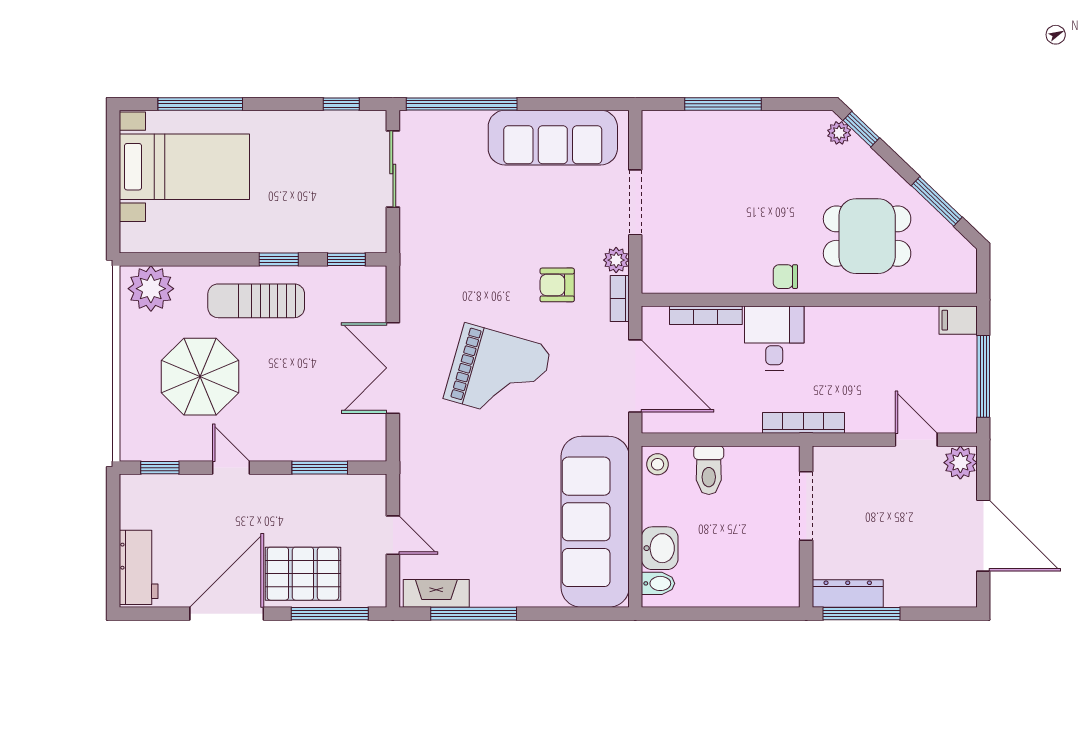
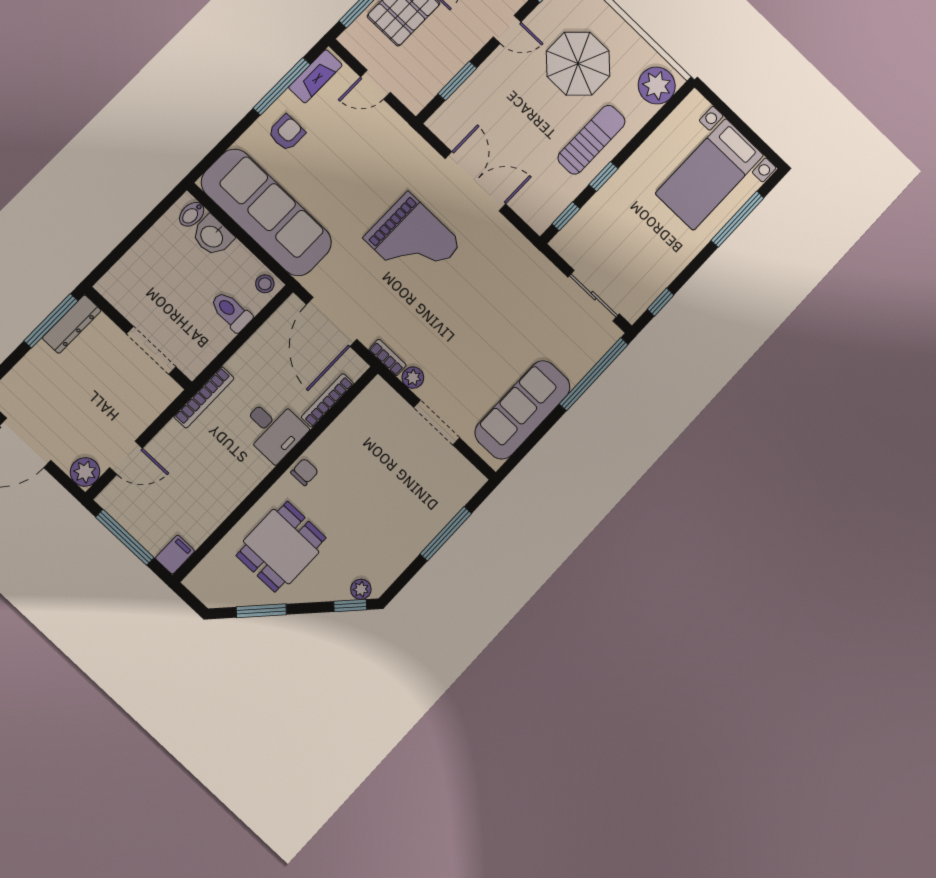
armchair: (557, 285) -> (287, 133), moved
grand piano: (498, 373) -> (413, 241), turned -106
door: (635, 376) -> (332, 322), hinge flipped

